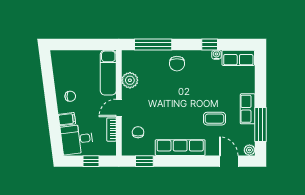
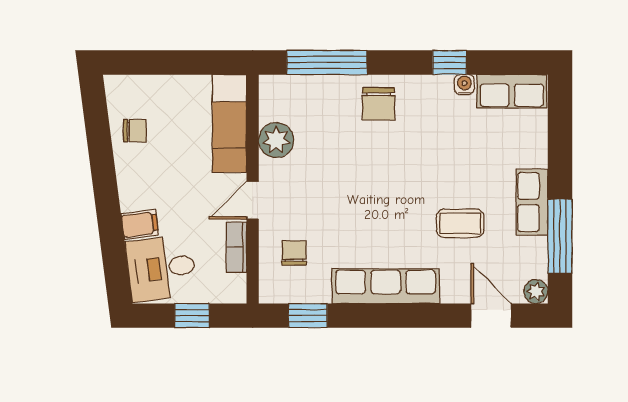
chair: (70, 96) -> (135, 131), moved

